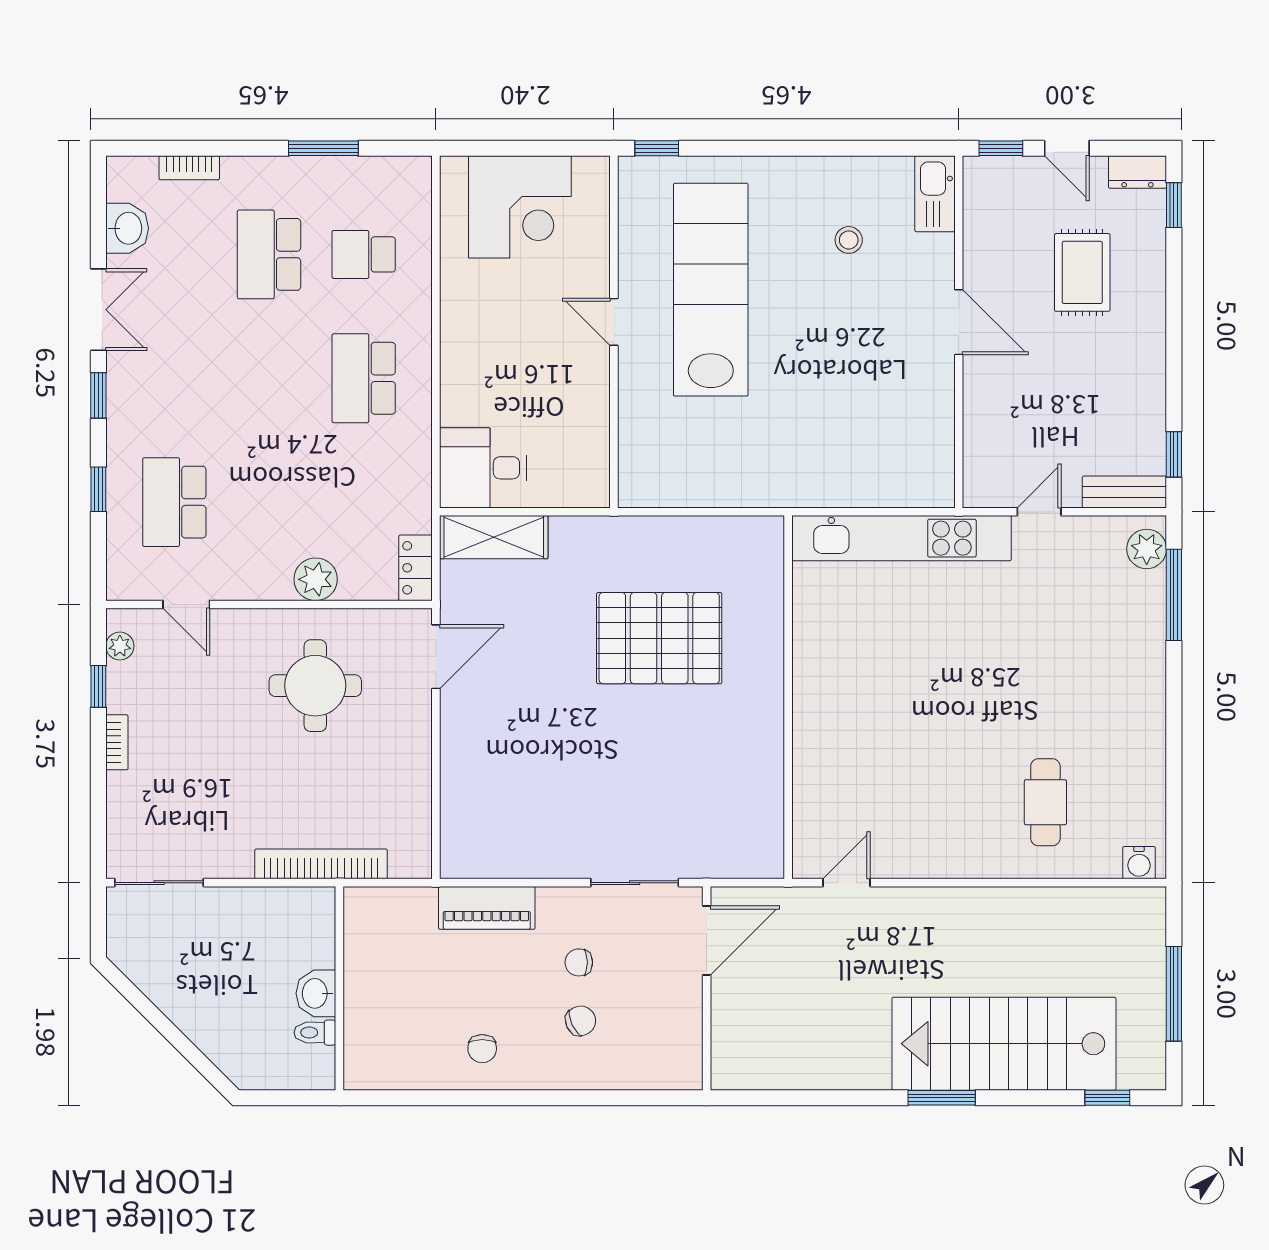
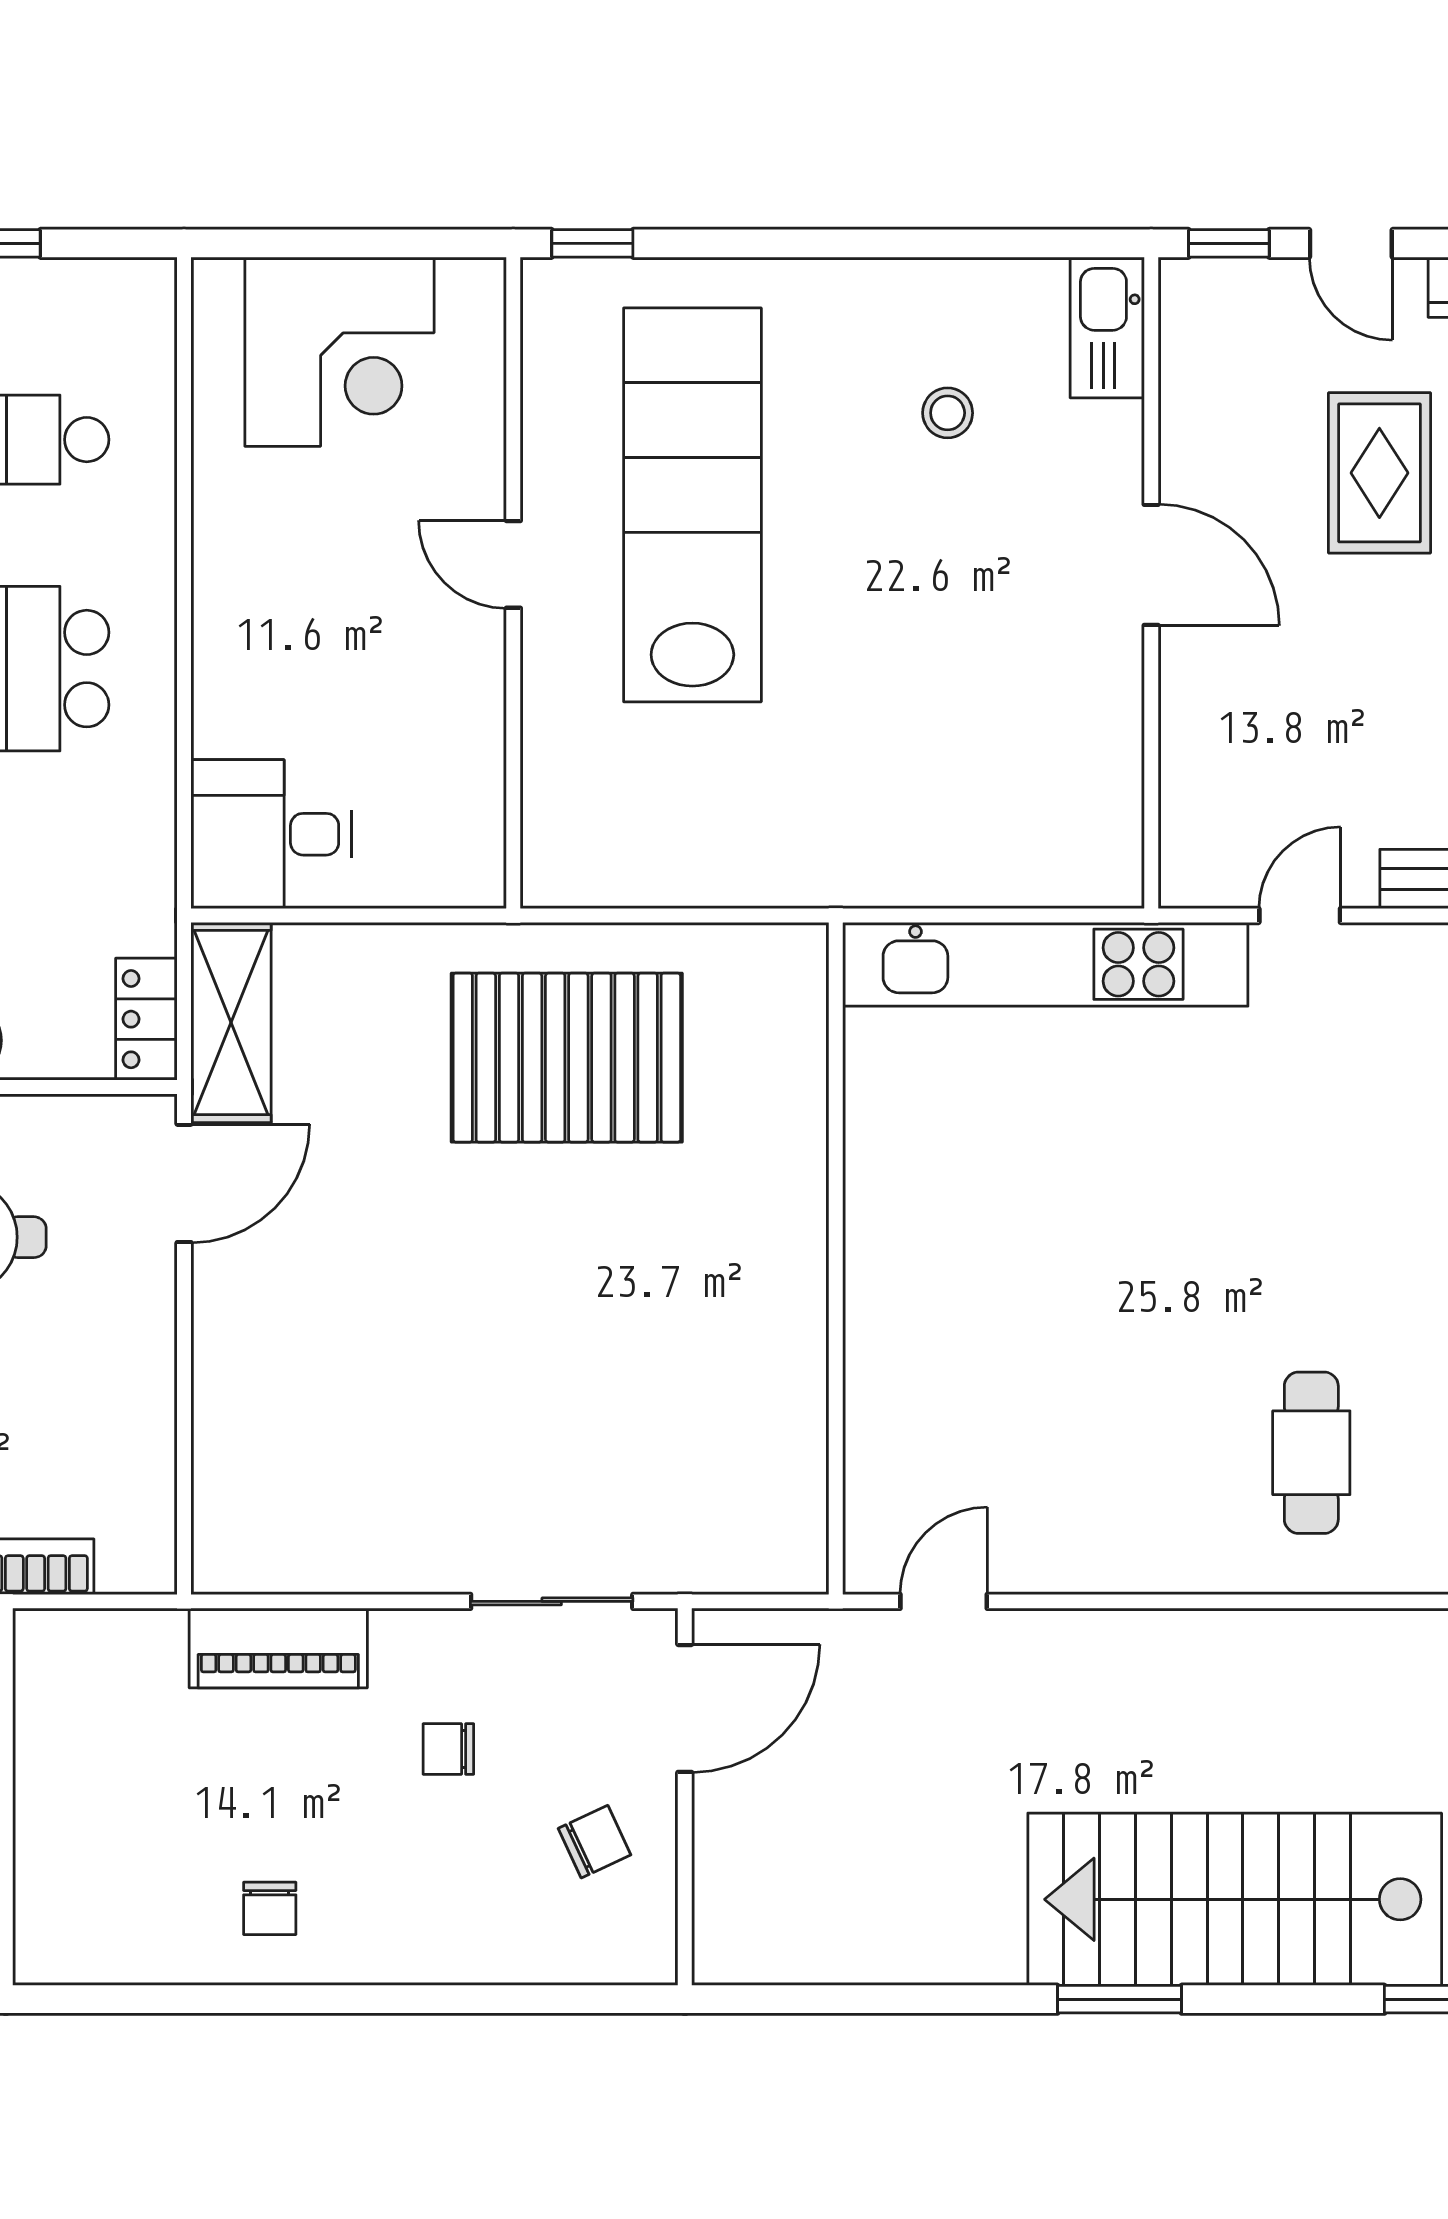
shelving: (494, 537) -> (231, 1023), moved, turned 90
pallet: (659, 638) -> (567, 1058), moved
chair: (581, 1021) -> (594, 1842), moved

